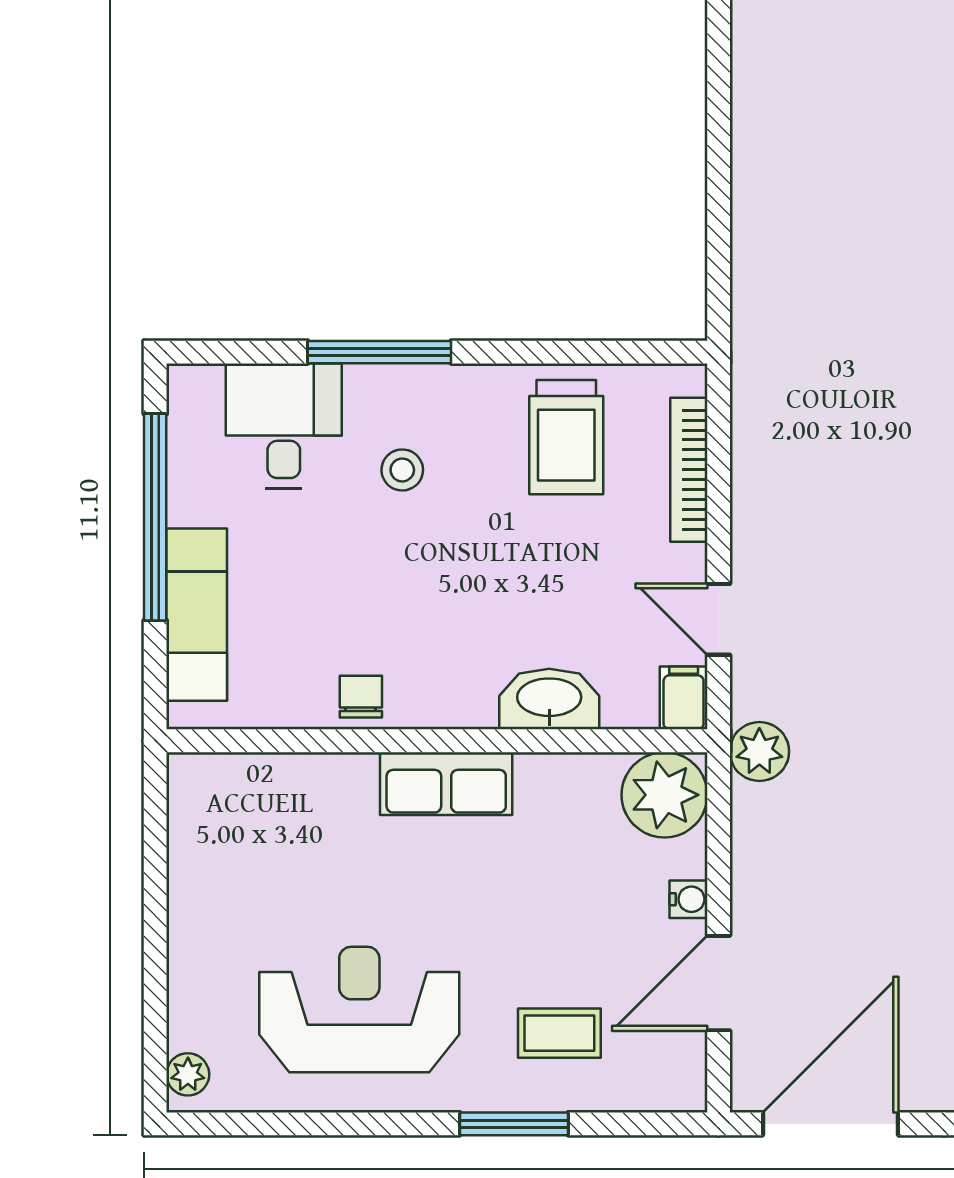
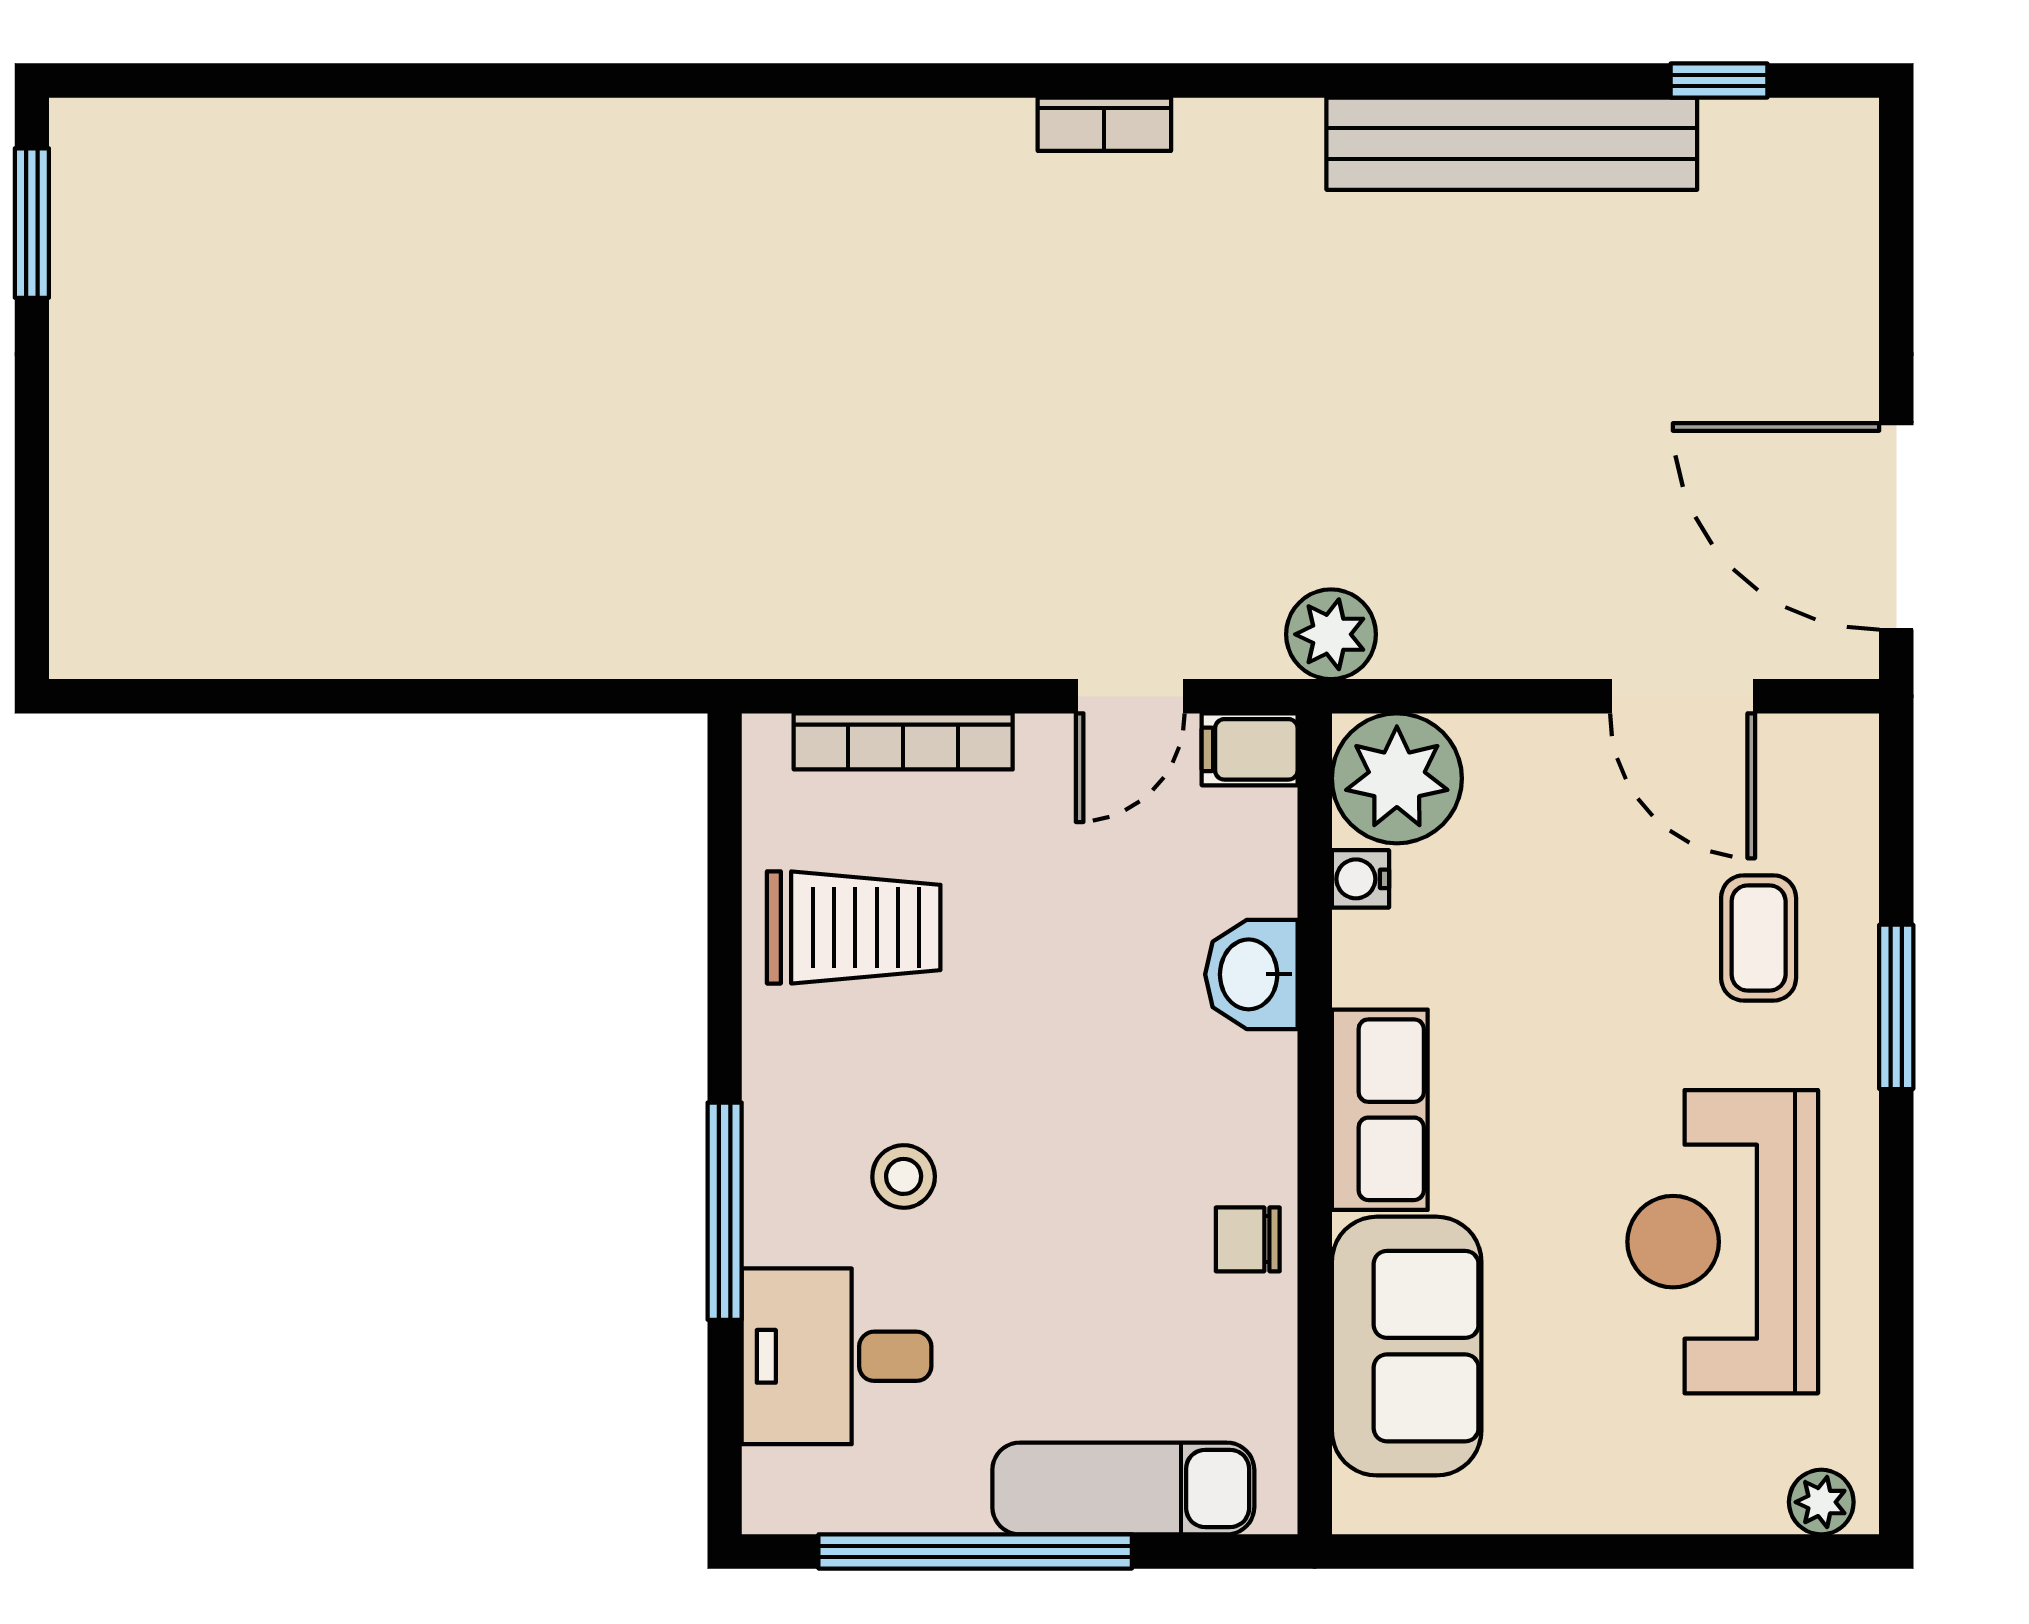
washbasin: (549, 699) -> (1251, 974), width x0.72
sofa: (290, 801) -> (1407, 1346), added
water cooler: (688, 899) -> (1360, 879), moved, turned -90

